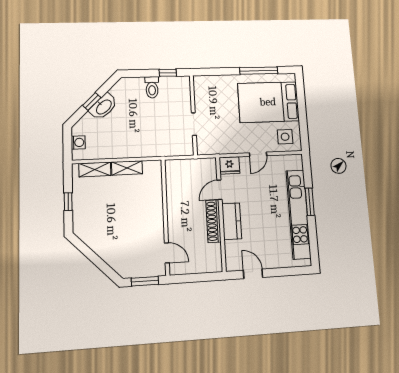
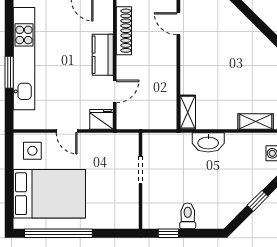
window: (259, 71) -> (58, 233), width x1.46
washbasin: (103, 107) -> (208, 142), moved, turned -135
door: (258, 154) -> (67, 131), swing flipped
shelving: (127, 168) -> (188, 112), moved, turned 90
shoe rack: (213, 221) -> (124, 31), moved

